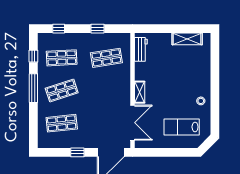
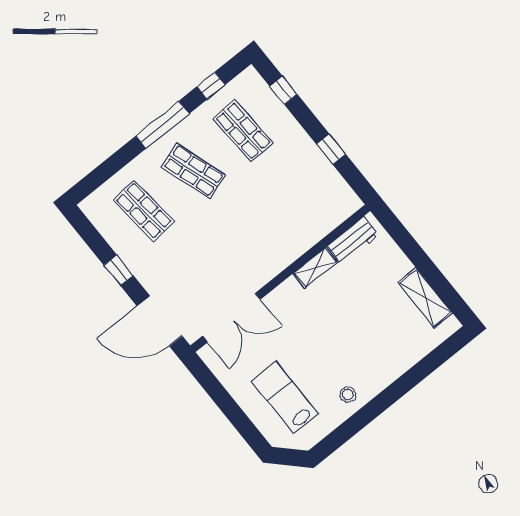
shop shelf: (106, 58) -> (298, 199), removed
shelving: (140, 92) -> (315, 268), moved

